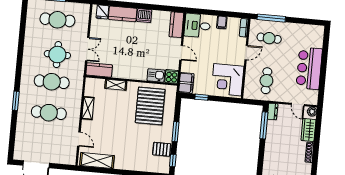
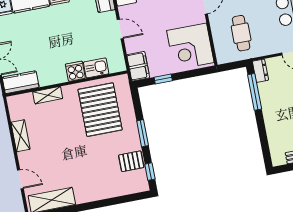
cooker: (172, 76) -> (75, 71), moved

